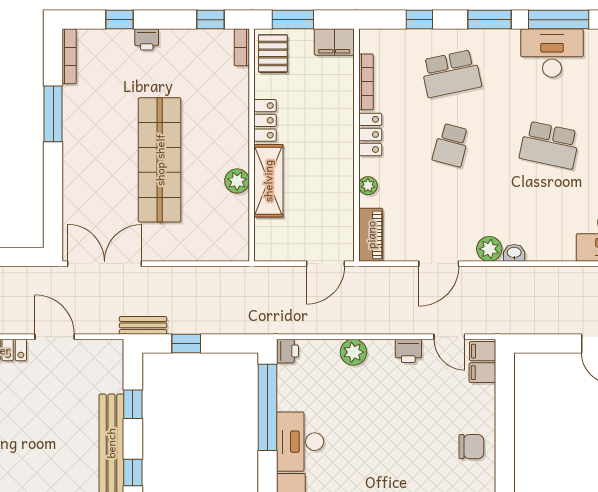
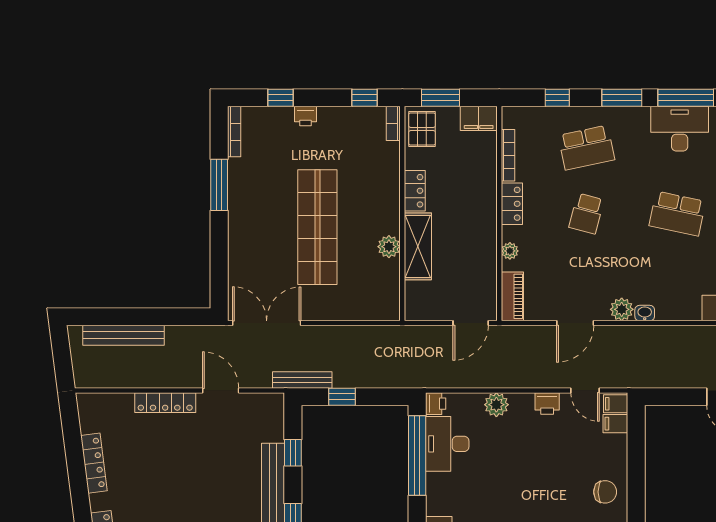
bench: (143, 325) -> (302, 380), width x1.36
desk: (300, 442) -> (447, 444), moved

